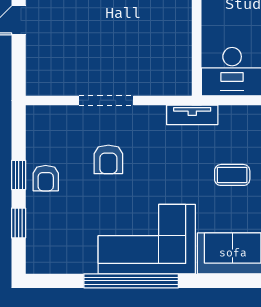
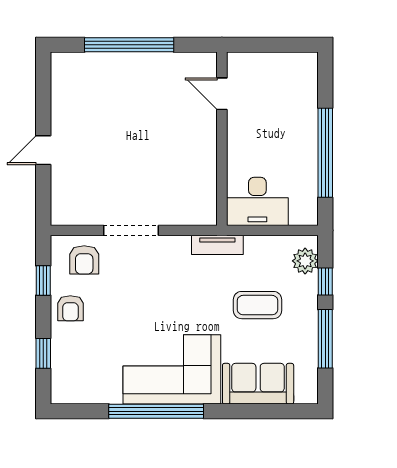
armchair: (108, 159) -> (84, 260), moved
window: (19, 175) -> (43, 280), moved
coffee table: (232, 175) -> (258, 305), width x1.36, depth x1.30

